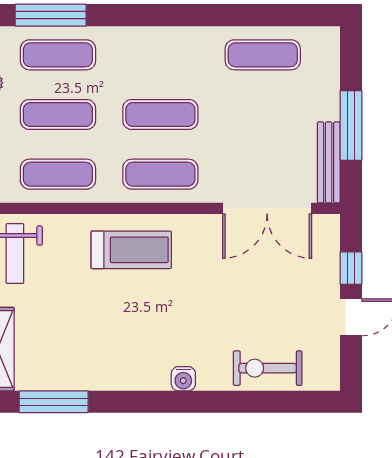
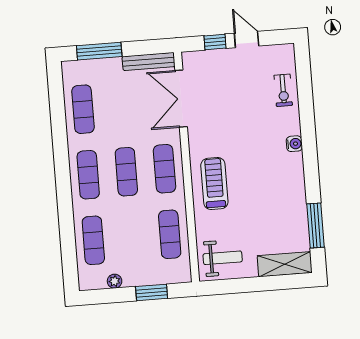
window: (51, 15) -> (68, 247), removed
exercise mat: (58, 114) -> (88, 175), moved
window: (351, 125) -> (99, 51), moved
double door: (267, 208) -> (181, 99), swing flipped
exercise bike: (268, 368) -> (283, 90), width x0.73, depth x0.72

